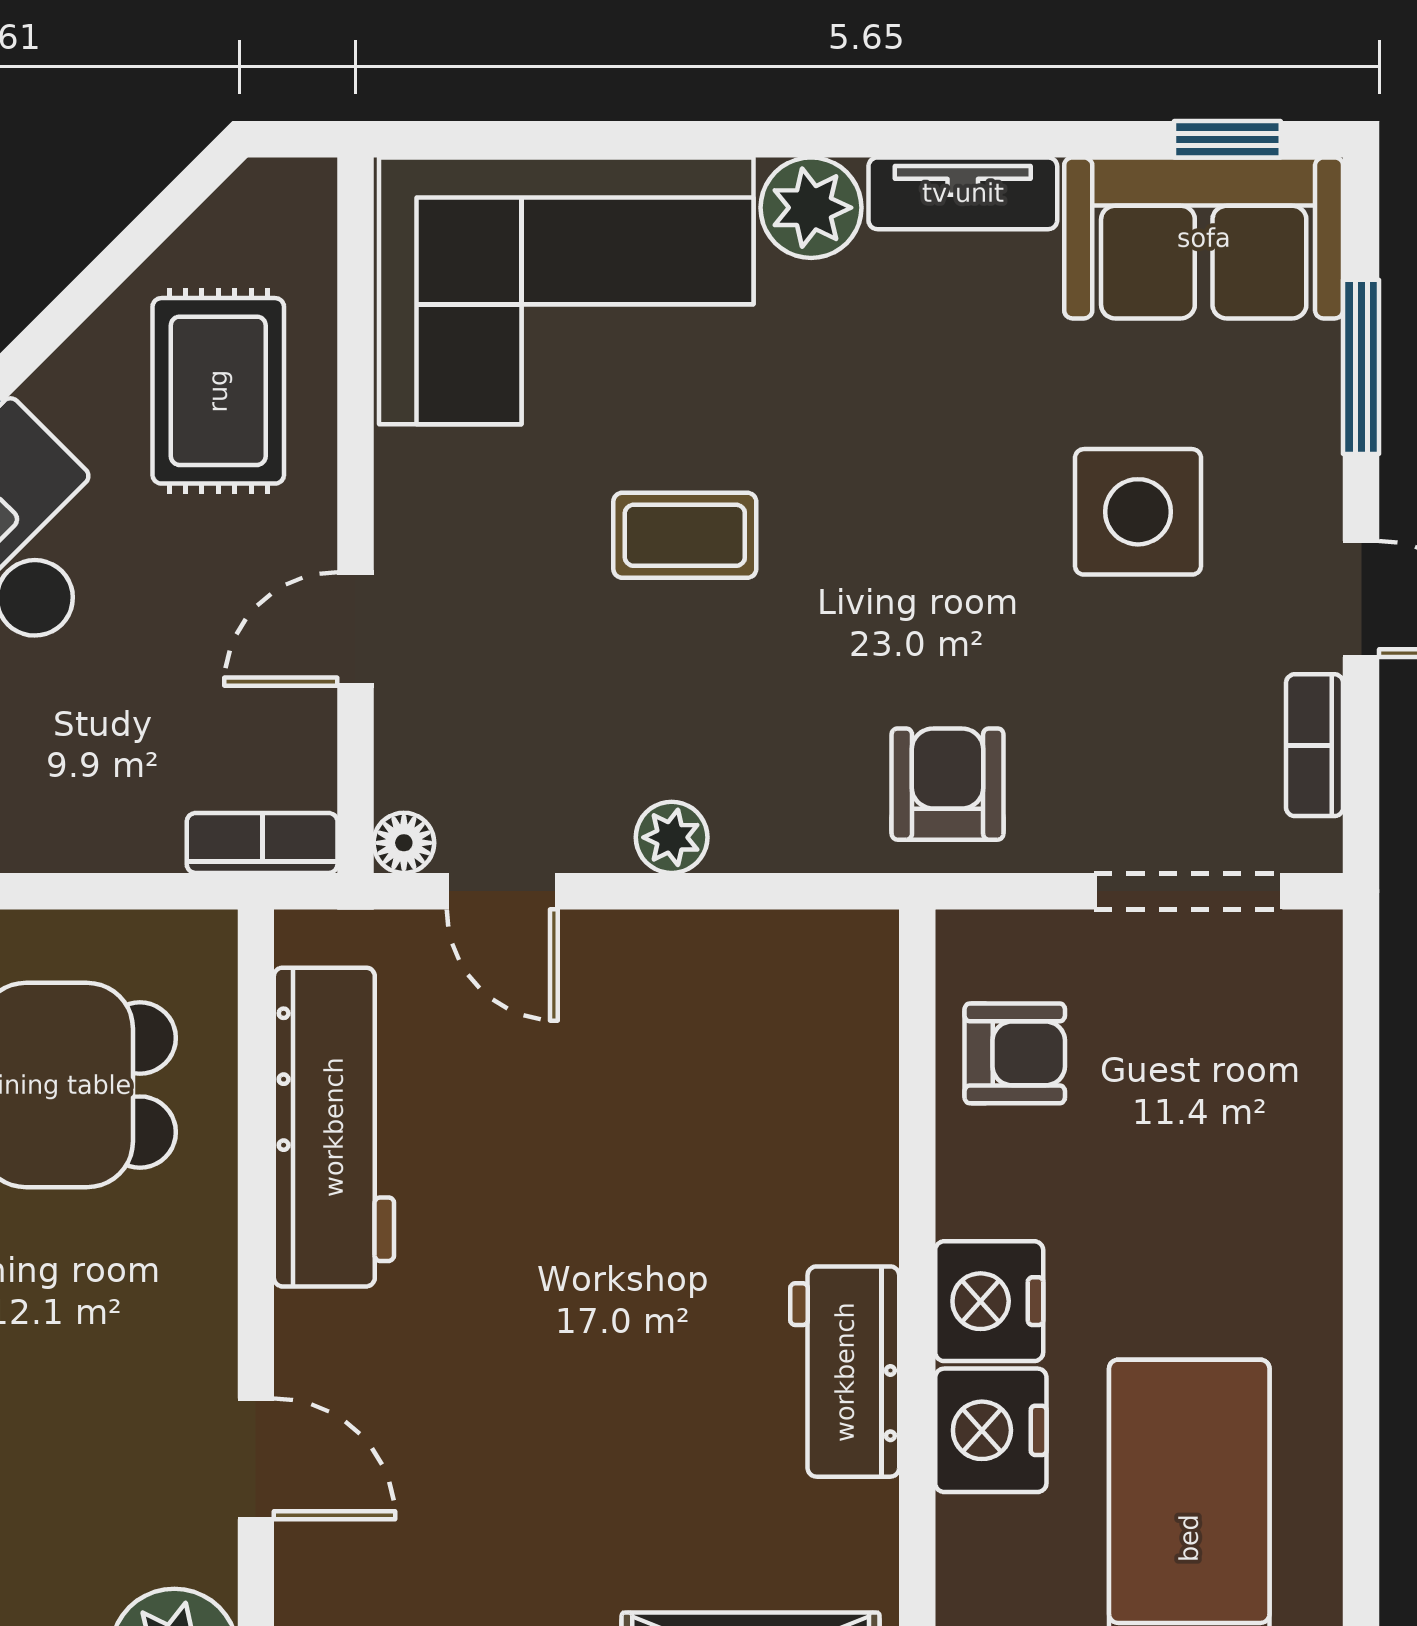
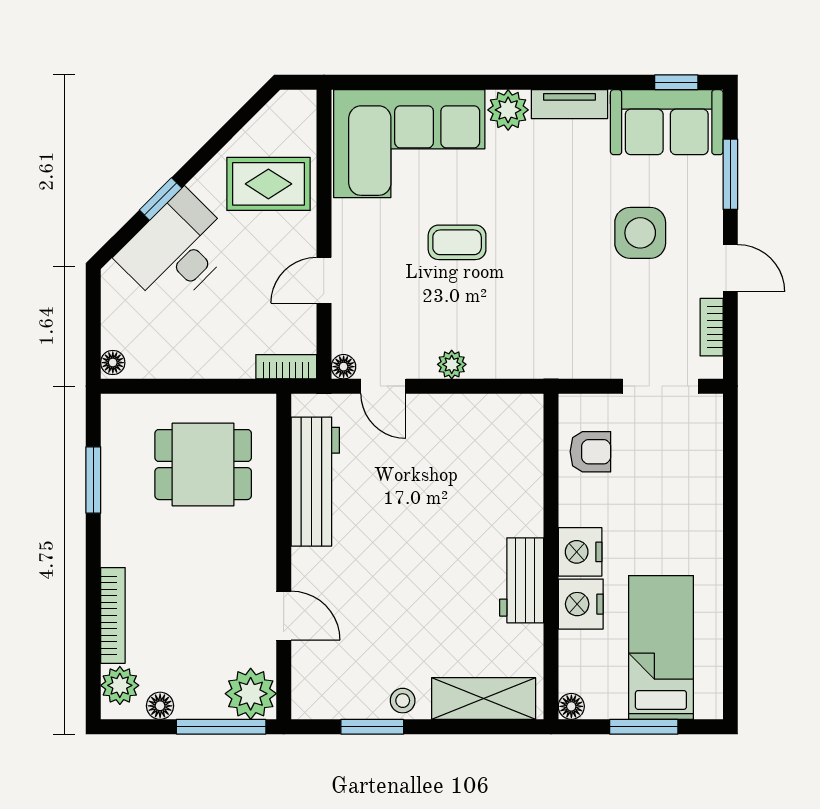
rug: (218, 391) -> (268, 184), turned 90
armchair: (948, 784) -> (563, 343), removed

